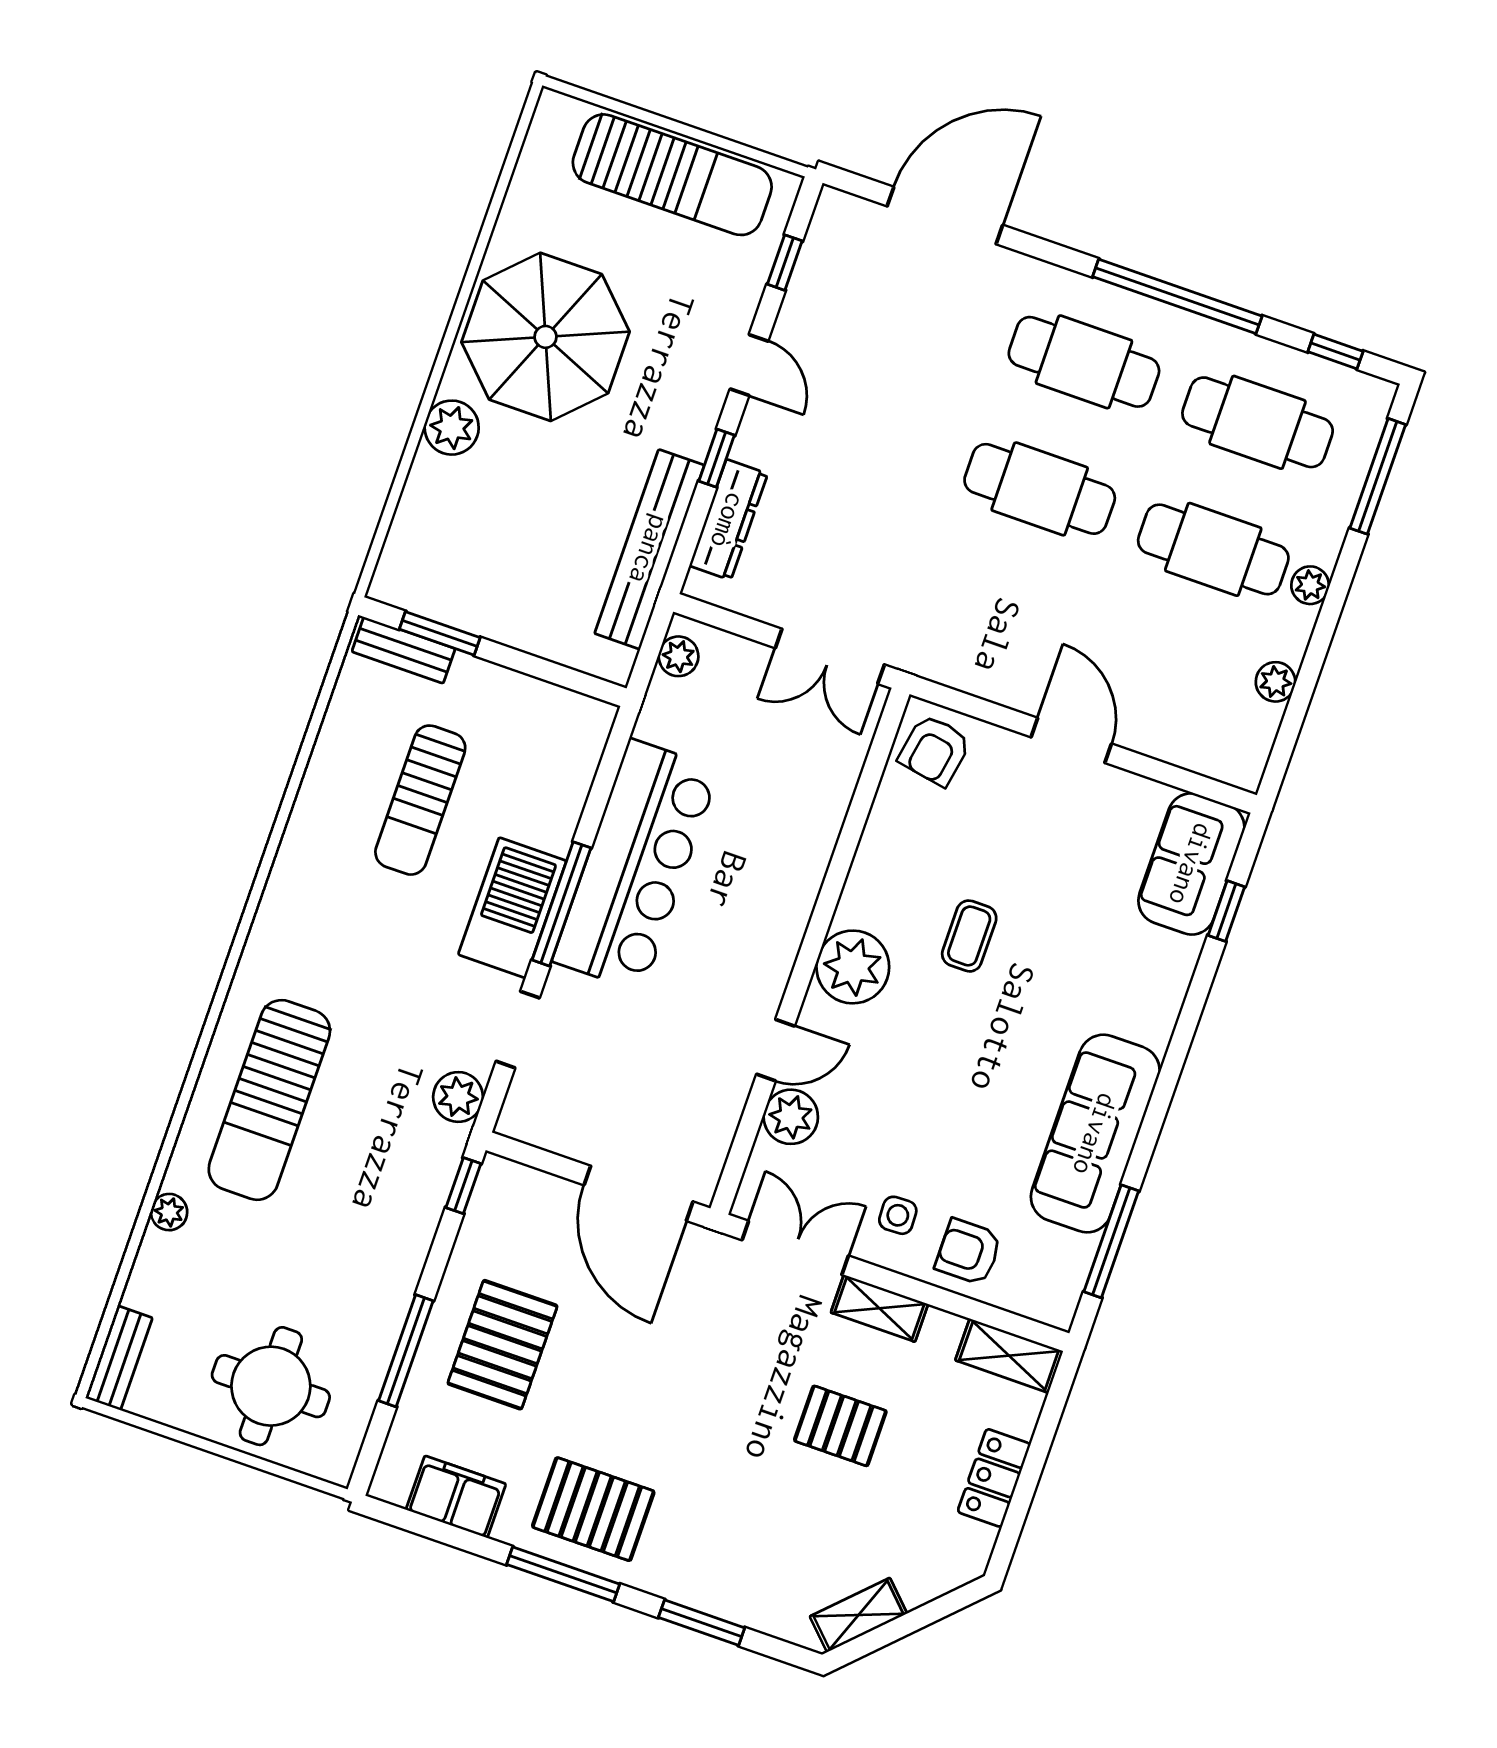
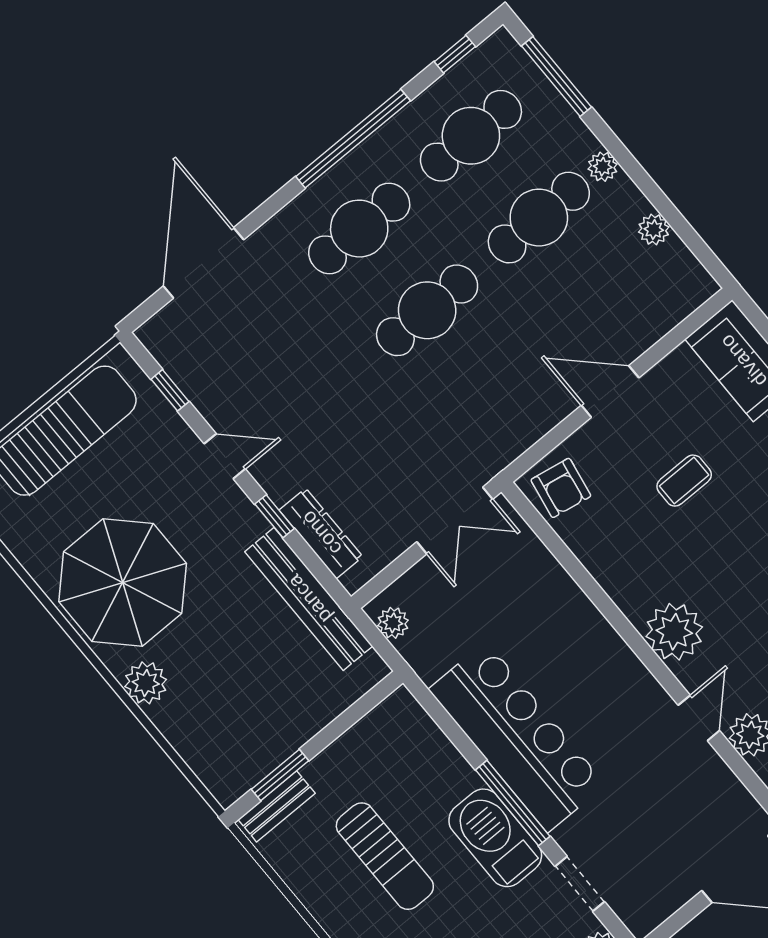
coffee table: (969, 936) -> (684, 481), moved, turned 90

